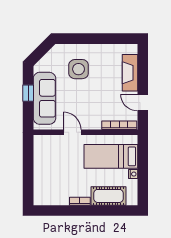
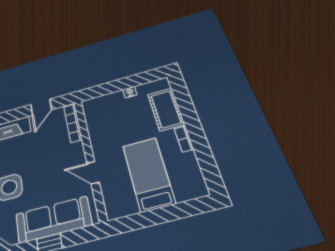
door: (72, 132) -> (93, 173), hinge flipped
bed: (111, 156) -> (148, 174), moved, turned 180

